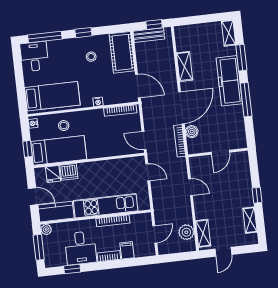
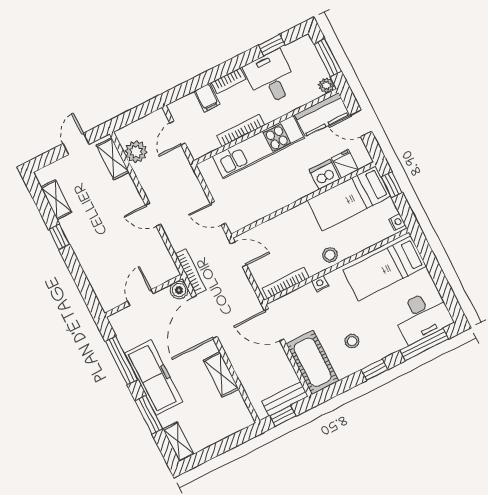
desk: (34, 57) -> (422, 316), width x1.37
stool: (64, 126) -> (330, 255), moved
door: (220, 152) -> (140, 297), moved
wall: (218, 153) -> (144, 296), moved

